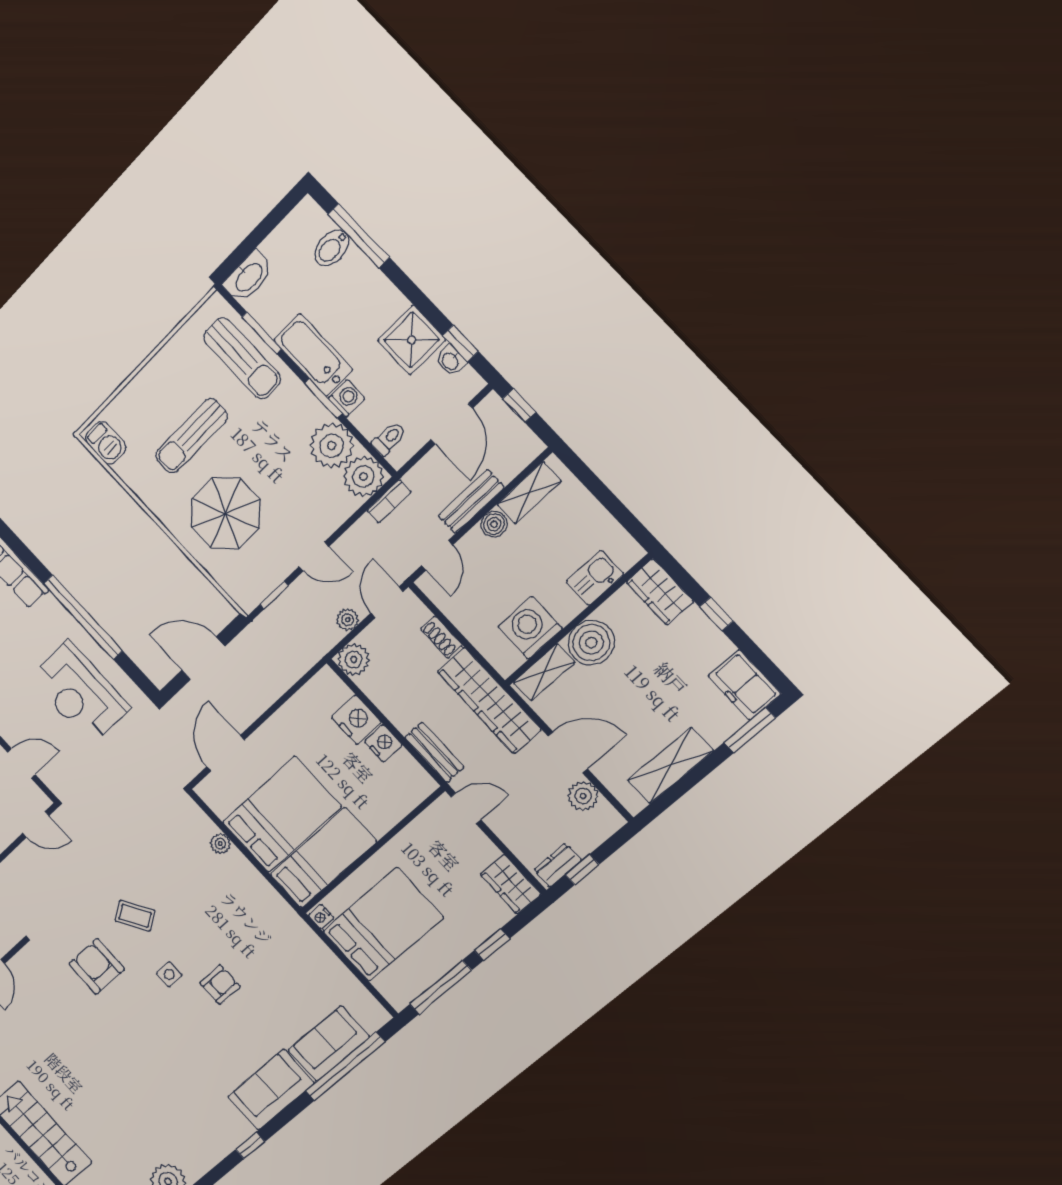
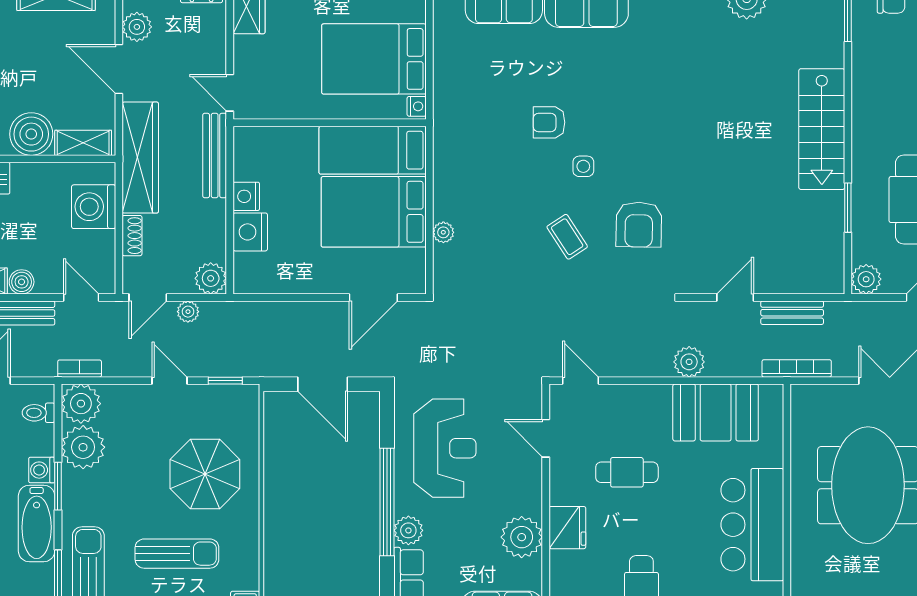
door: (437, 555) -> (81, 297), hinge flipped
plant: (51, 611) -> (408, 530), added
washing machine: (530, 628) -> (94, 207), moved, turned 90
bench: (434, 752) -> (215, 156), width x1.36

